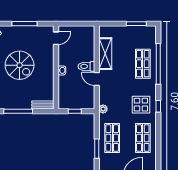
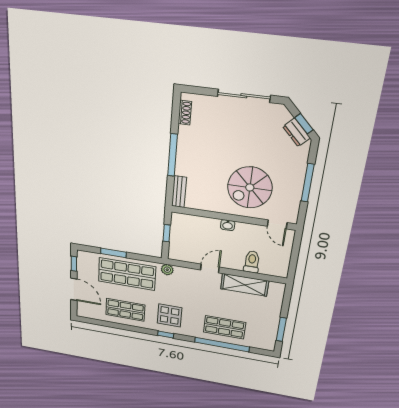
spiral stairs: (20, 65) -> (250, 187), moved
toilet: (86, 66) -> (252, 262), moved
shop shelf: (112, 138) -> (127, 274), width x1.43, depth x1.36

